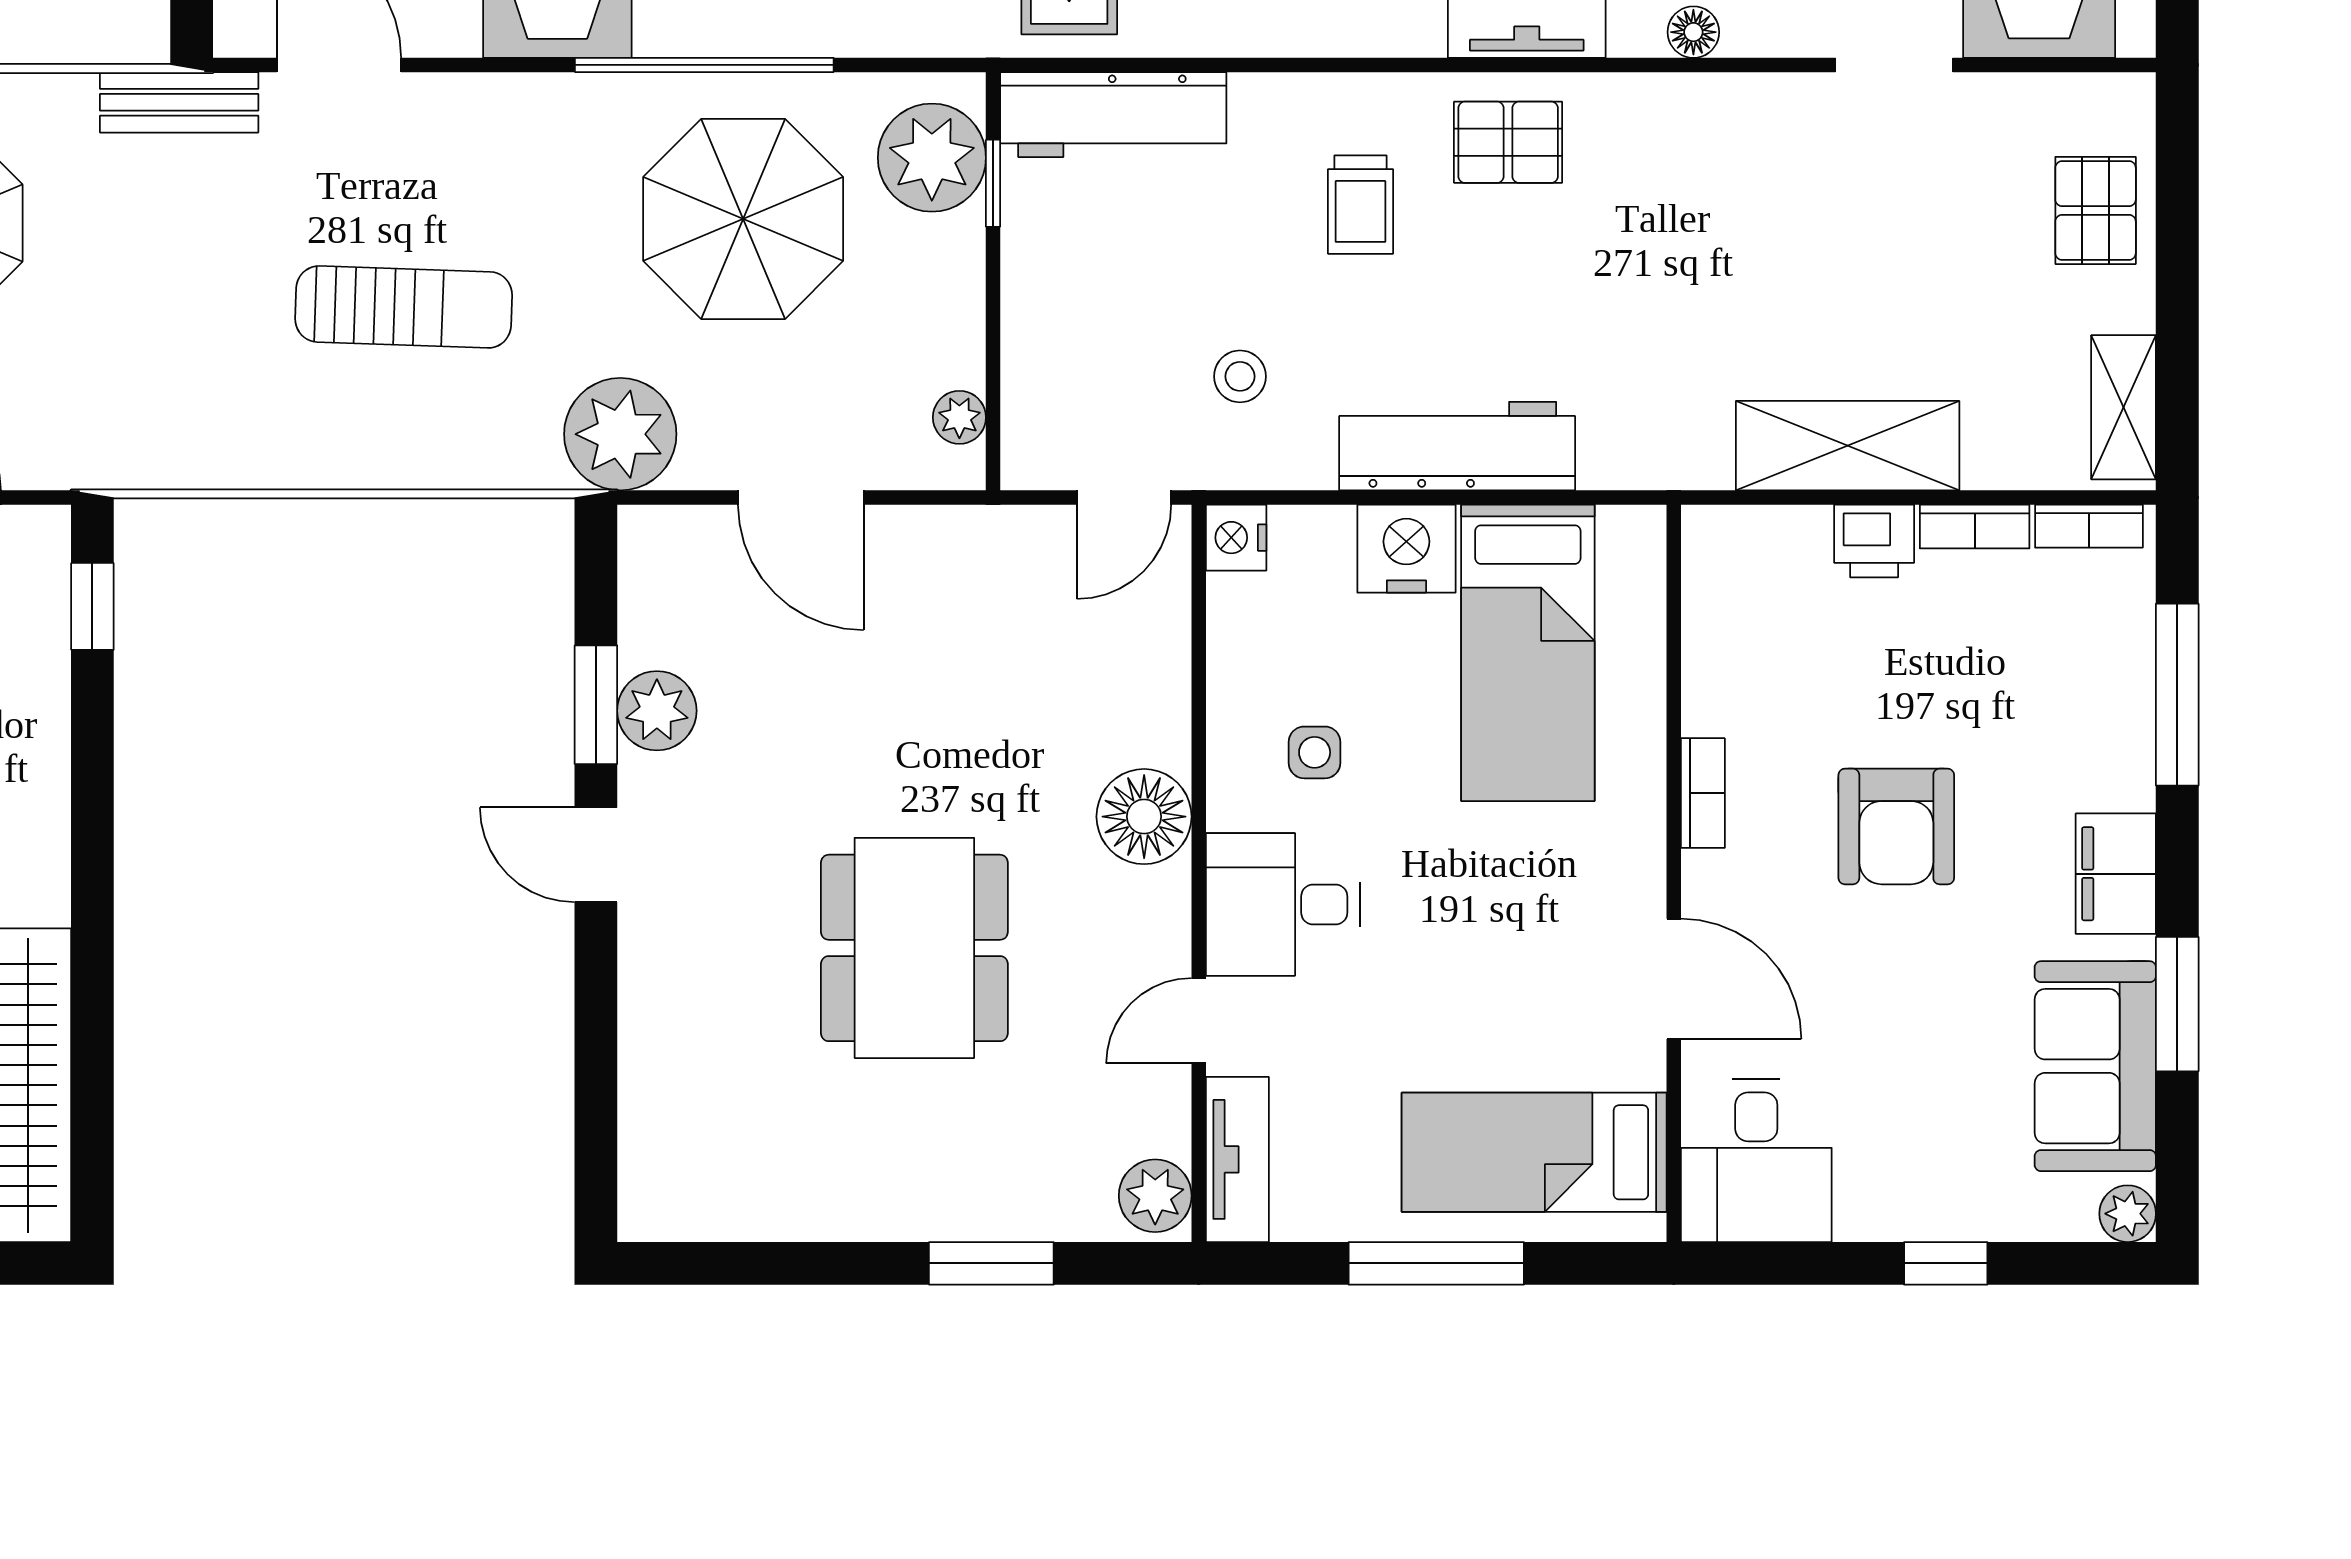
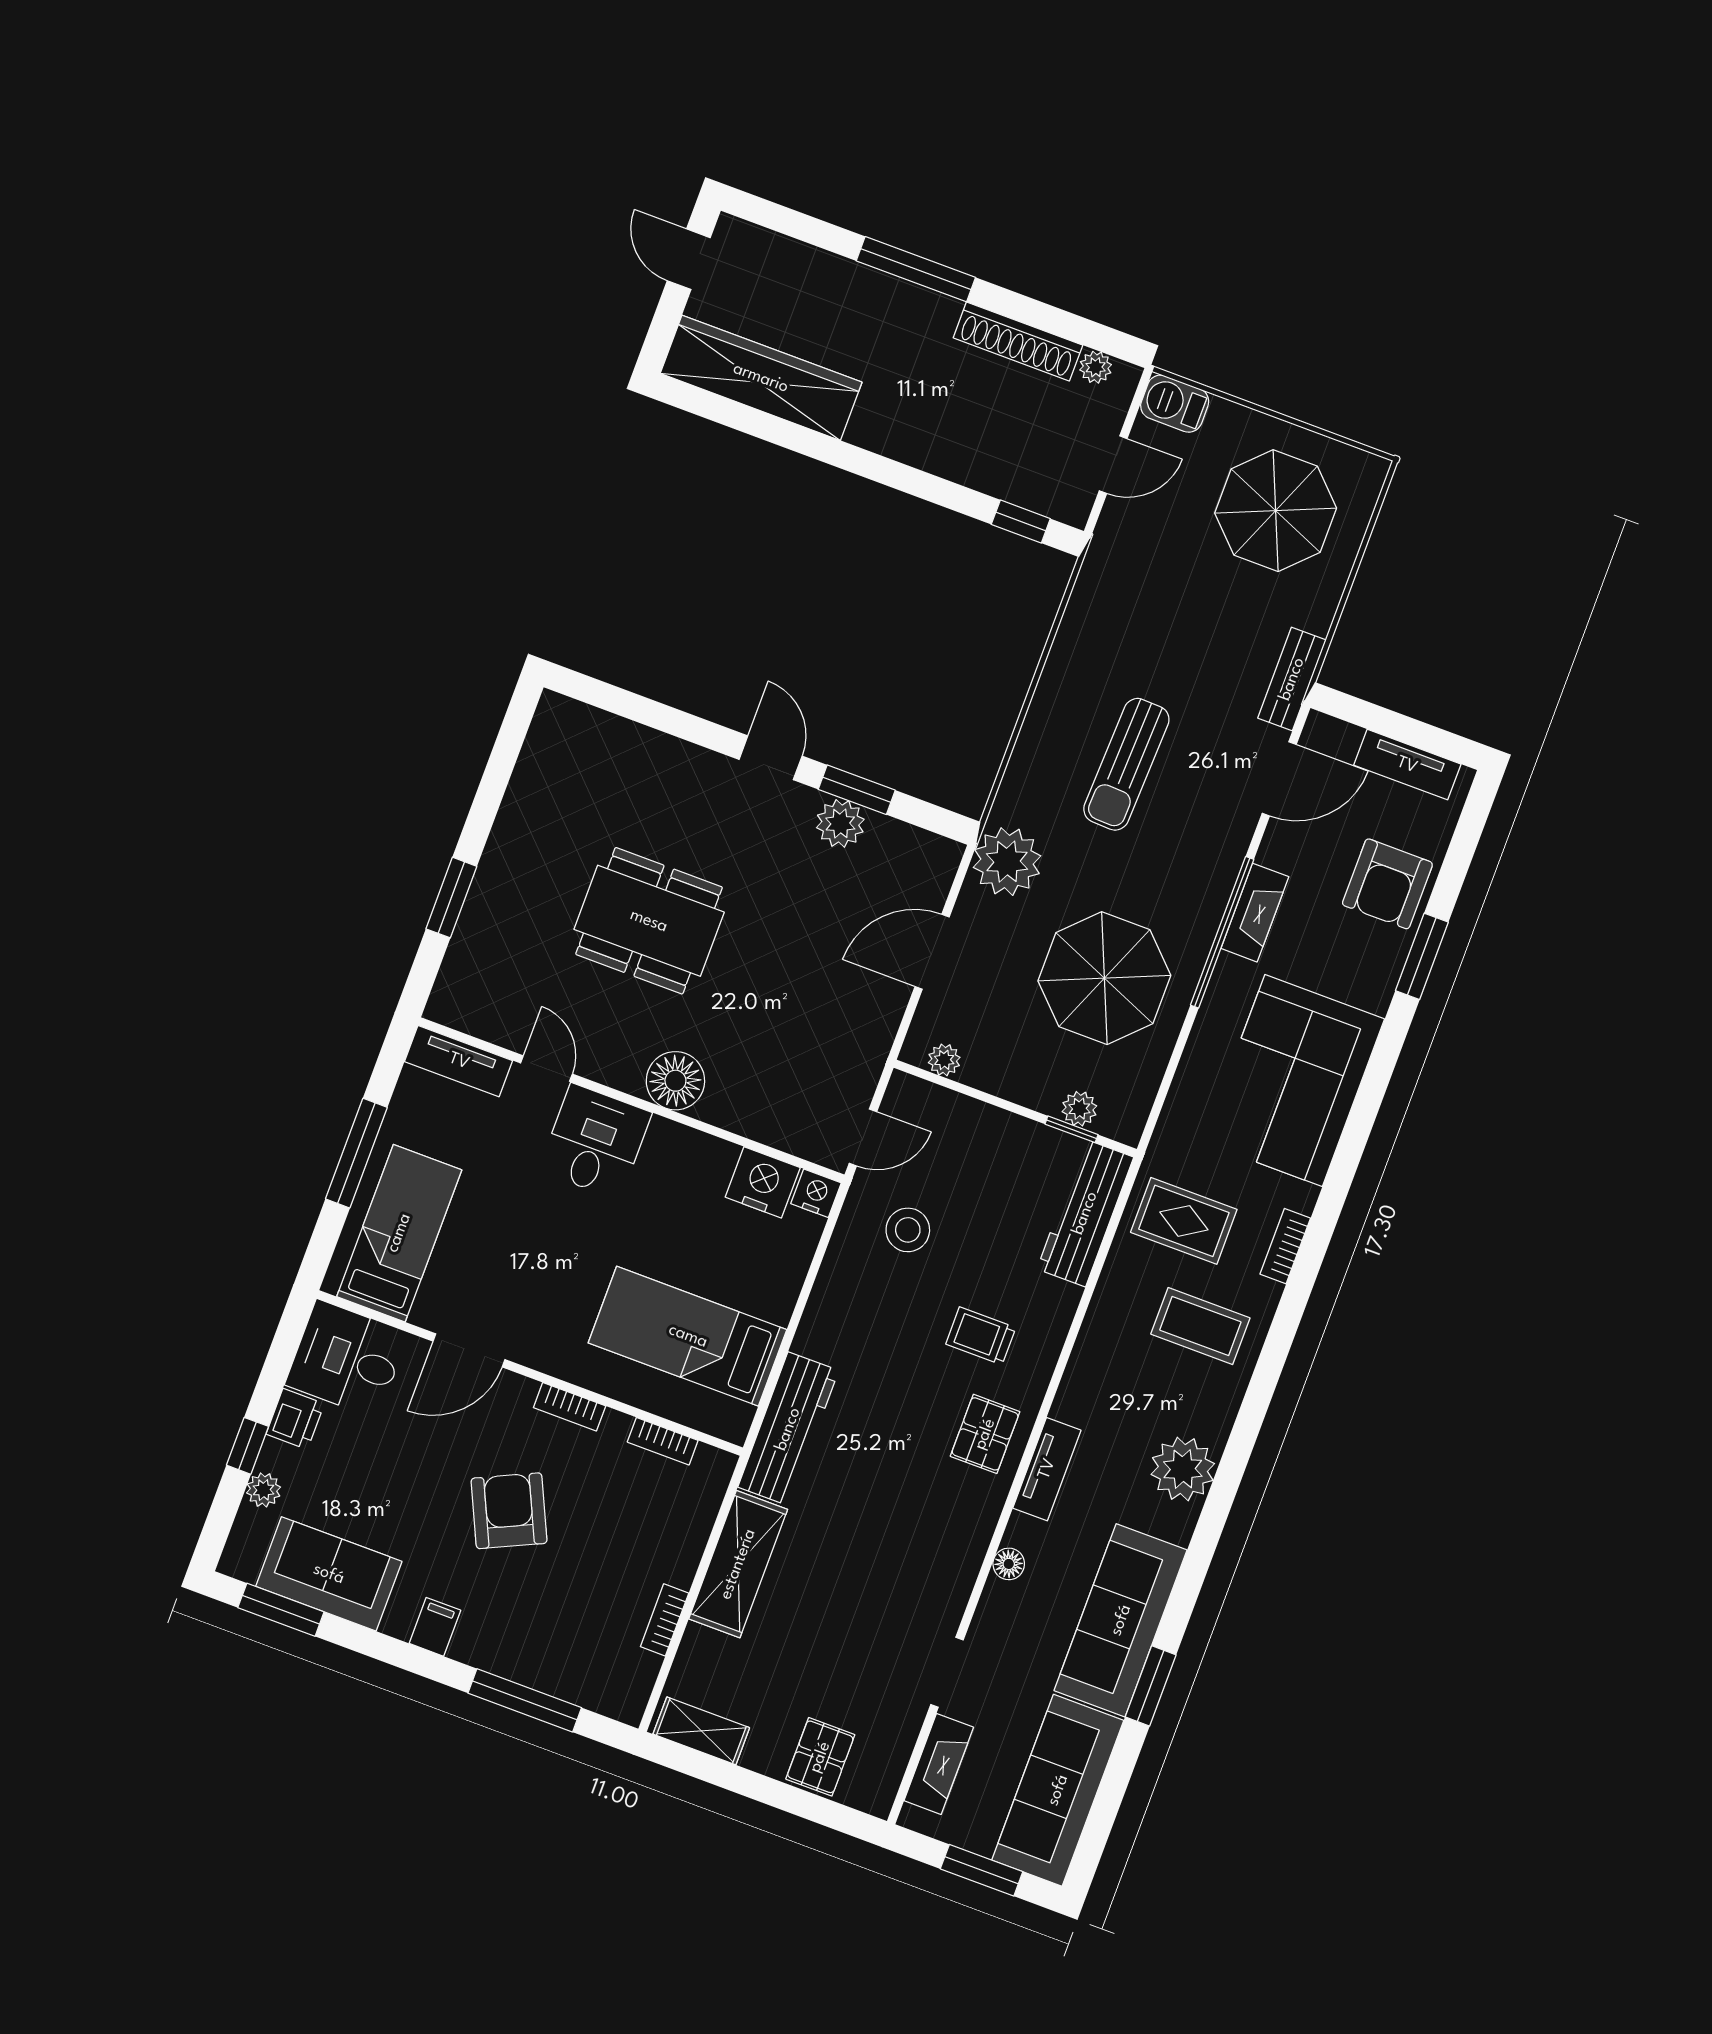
window: (704, 65) -> (1222, 932), moved
plant: (932, 158) -> (1079, 1109), width x0.53, depth x0.53
pallet: (2096, 210) -> (820, 1757), turned 90
stool: (1240, 376) -> (908, 1230), width x1.37, depth x1.37
workbench: (1457, 446) -> (788, 1429), moved
door: (1124, 497) -> (863, 1137), swing flipped
bookcase: (2089, 526) -> (663, 1441), moved, turned -90
printer: (1874, 541) -> (295, 1419), moved, turned 180
nightstand: (1406, 549) -> (763, 1182), moved, turned -90
side table: (1315, 752) -> (676, 1192), removed
armchair: (1896, 826) -> (509, 1511), turned 65
door: (596, 855) -> (771, 758), hinge flipped
filing cabinet: (2116, 874) -> (435, 1627), width x0.50
window: (2177, 1004) -> (281, 1610), moved
plant: (1155, 1196) -> (455, 1006), removed
plant: (2128, 1214) -> (264, 1490), moved

